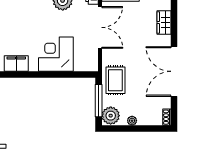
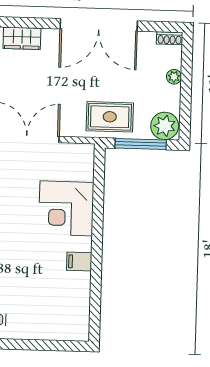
filing cabinet: (16, 63) -> (79, 262), width x0.50
plant: (132, 121) -> (174, 77), moved

